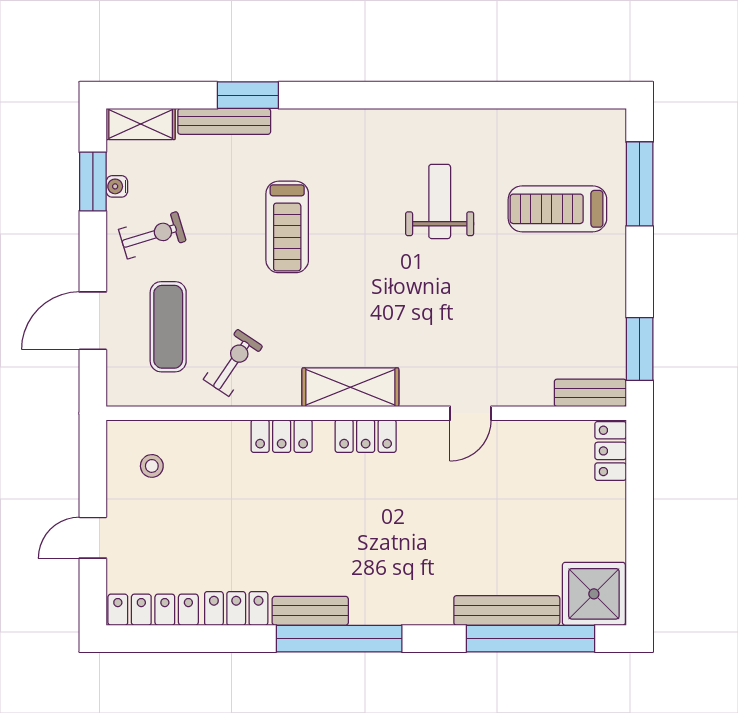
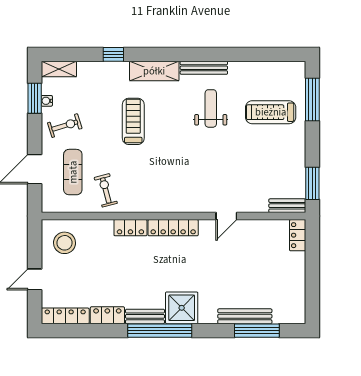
window: (248, 95) -> (113, 54), width x0.67
bench: (224, 121) -> (204, 68), moved
treadmill: (287, 227) -> (133, 121), turned 180
exercise bike: (233, 363) -> (106, 190), turned -49
shelving: (350, 387) -> (154, 71), moved
locker: (366, 436) -> (173, 228), width x1.53
stool: (152, 466) -> (65, 243), width x1.89, depth x1.89
shower: (594, 594) -> (182, 308), moved
window: (531, 639) -> (257, 331), width x0.68

